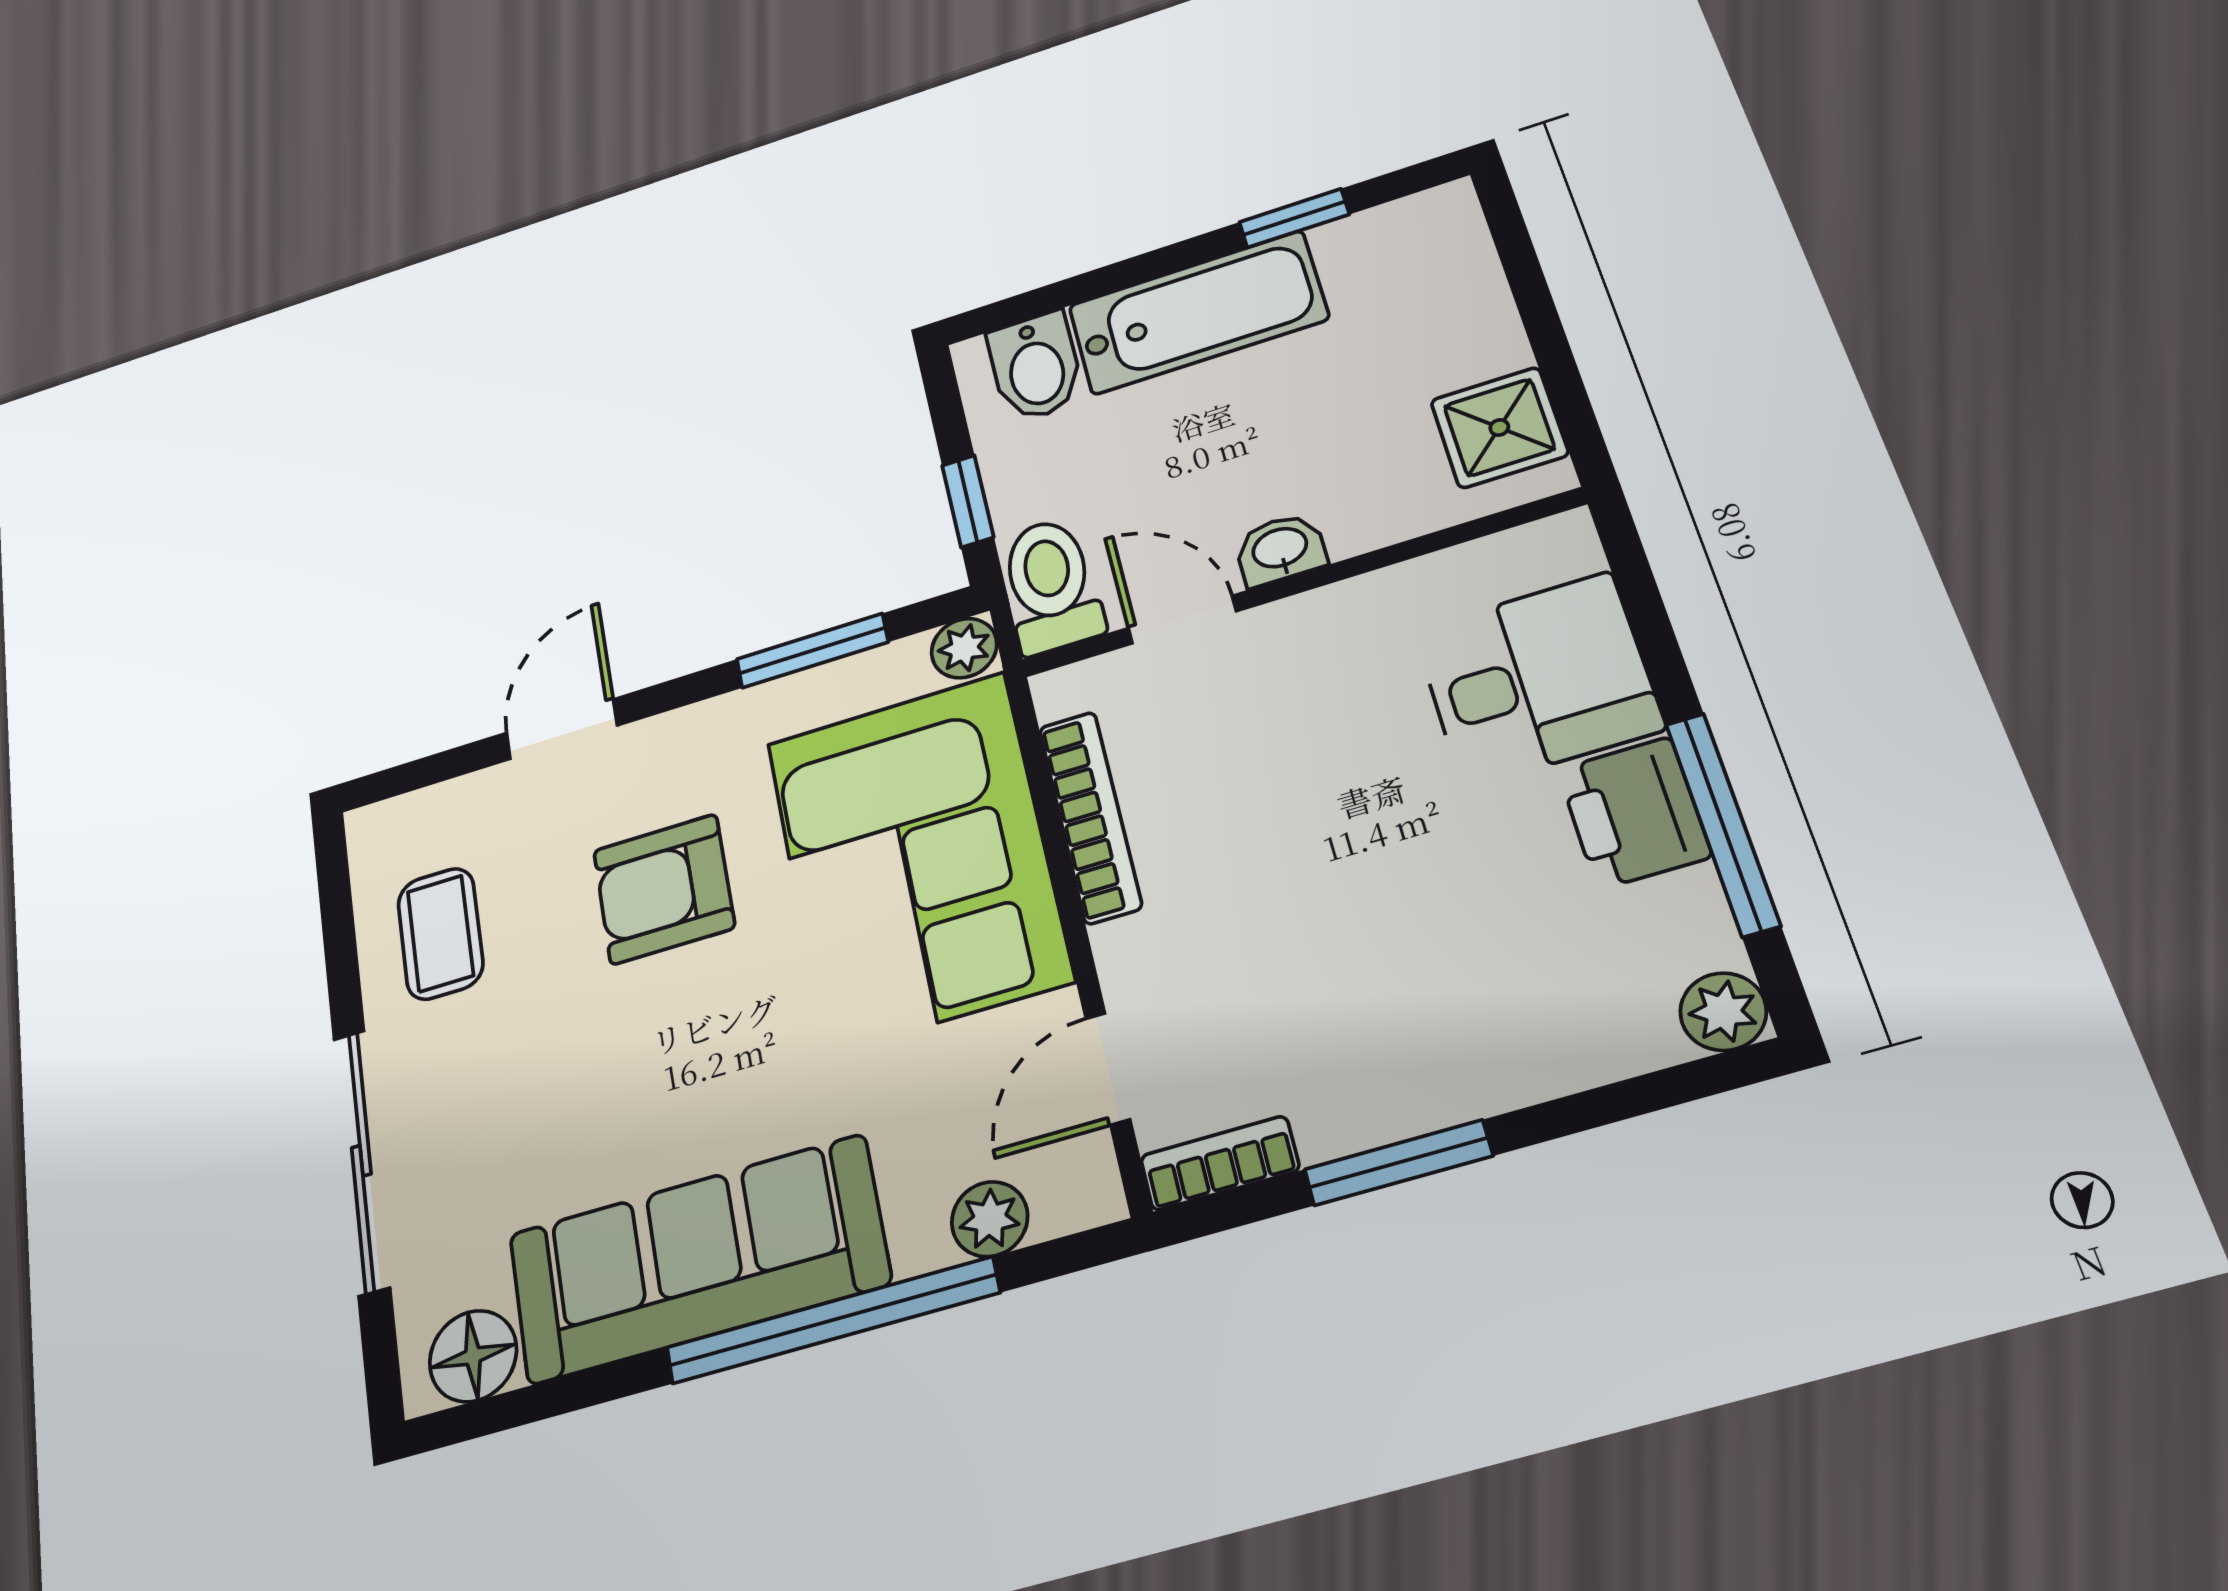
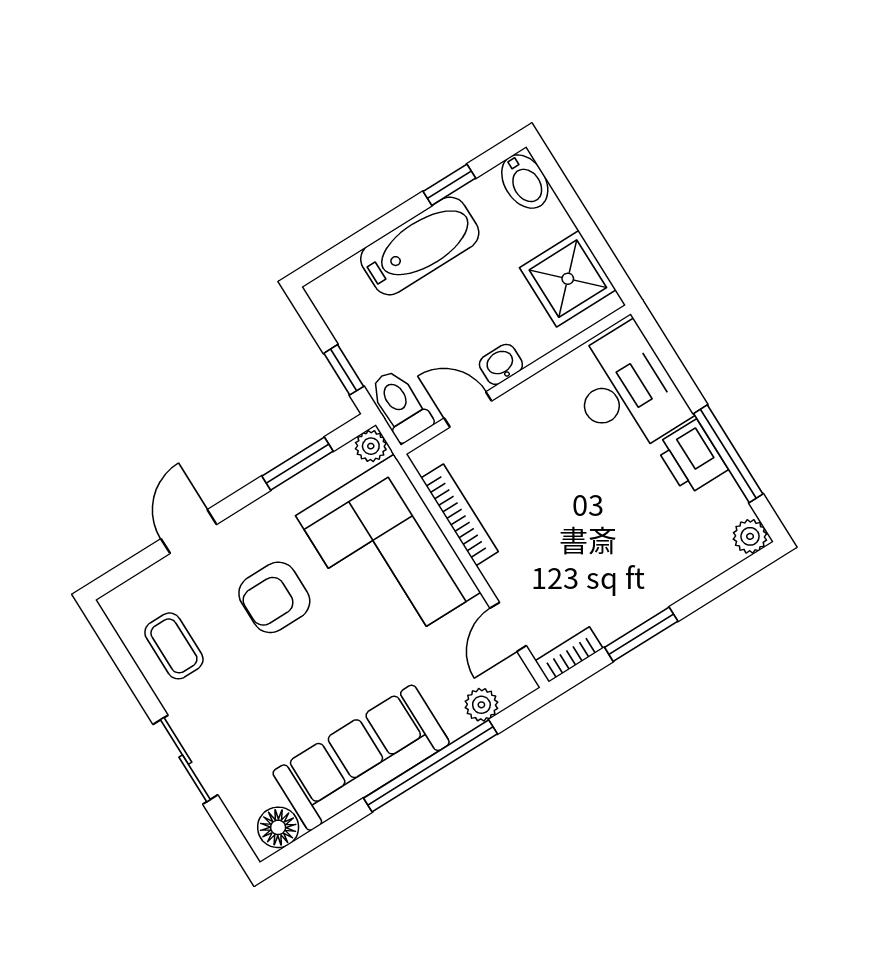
bidet: (1035, 367) -> (525, 182), moved
shower: (1499, 428) -> (568, 279), width x1.36, depth x1.36
desk: (1538, 679) -> (626, 391), width x1.37
sliding door: (361, 1161) -> (185, 760), width x0.73

